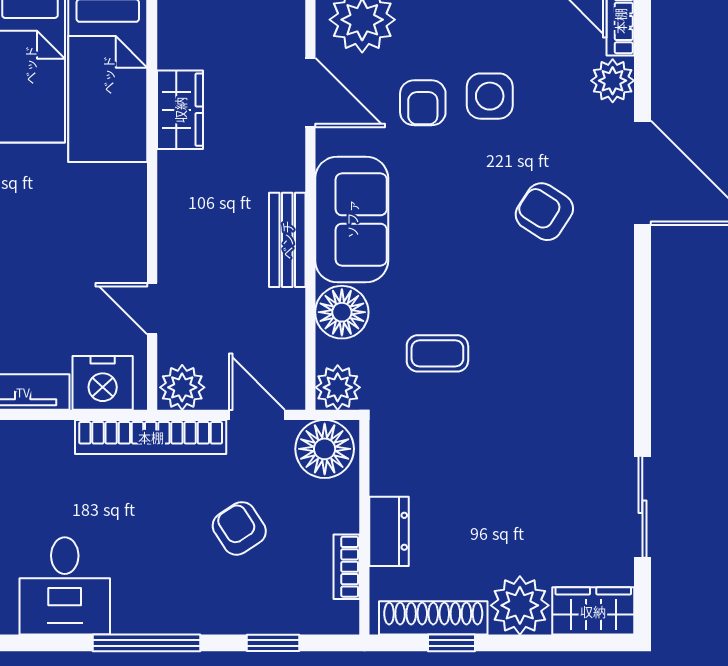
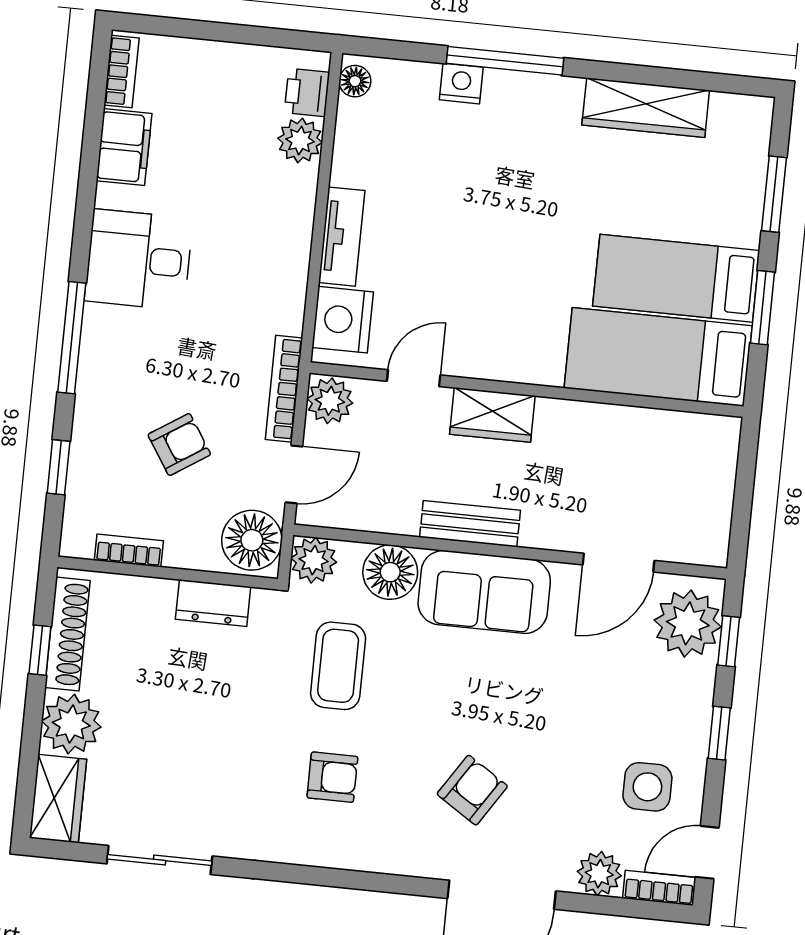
side table: (490, 96) -> (647, 787), moved
armchair: (423, 103) -> (332, 777), moved, turned 180
wardrobe: (180, 110) -> (492, 415), moved
coffee table: (437, 353) -> (338, 666), width x1.36, depth x1.30
bookcase: (151, 437) -> (284, 389), width x0.68, depth x0.76
dresser: (389, 531) -> (213, 603), moved

